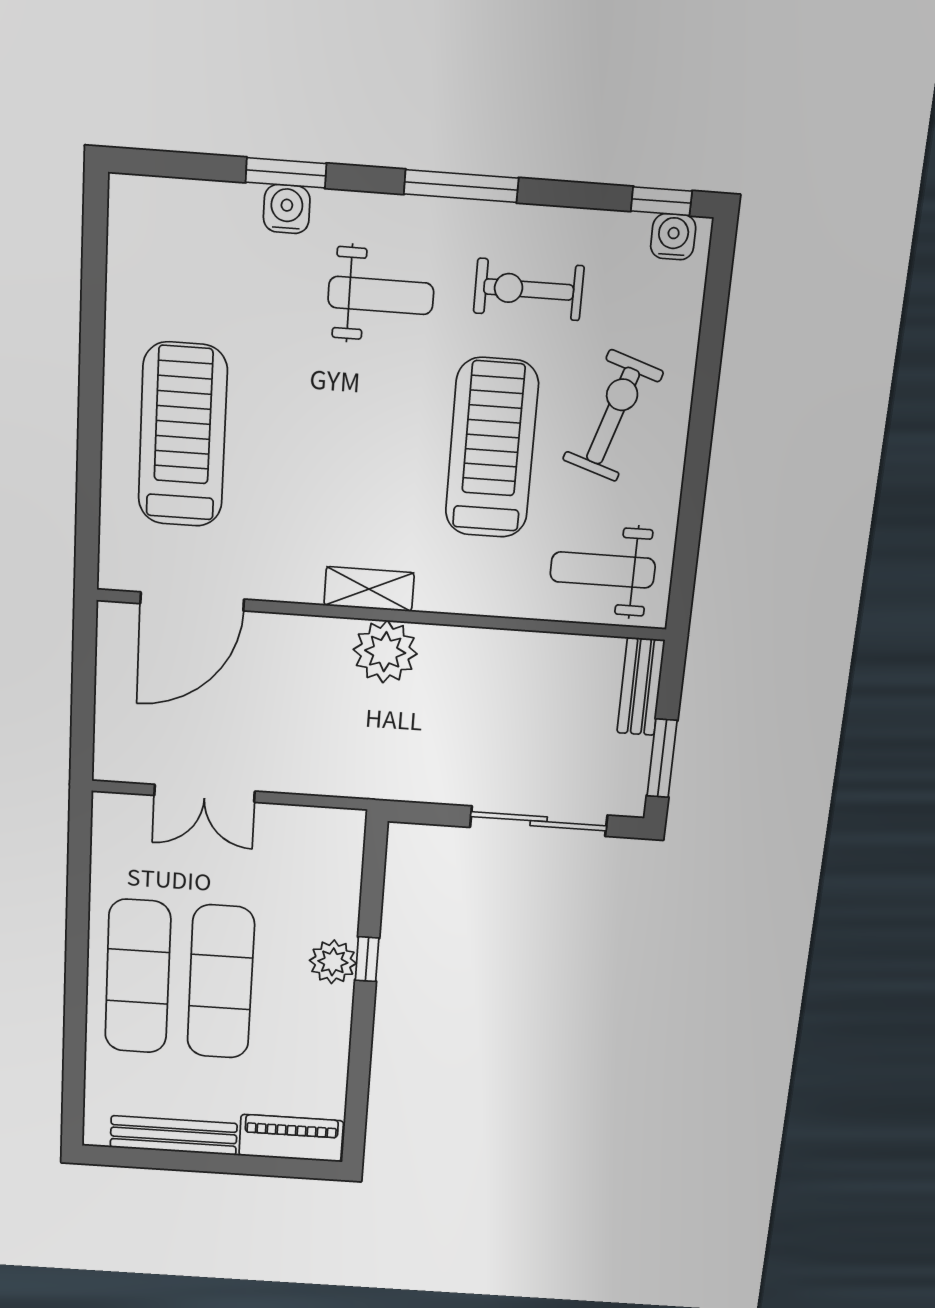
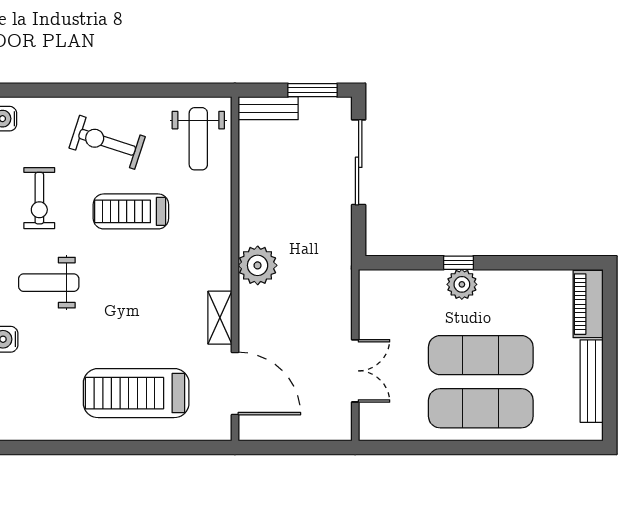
weight bench: (381, 295) -> (49, 283), turned -90
treadmill: (492, 448) -> (131, 211), width x0.73, depth x0.73
shelving: (369, 589) -> (220, 318), moved

